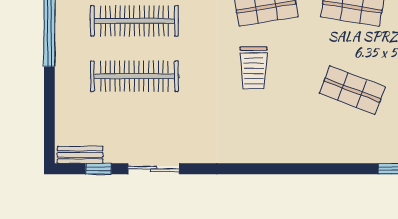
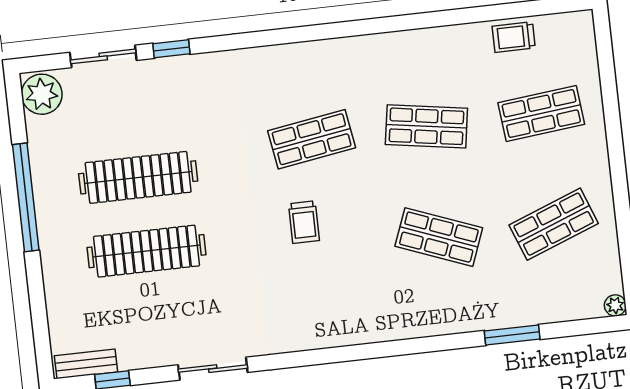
trolley: (254, 68) -> (304, 222), width x0.73, depth x0.72
sliding door: (154, 169) -> (213, 369), moved

